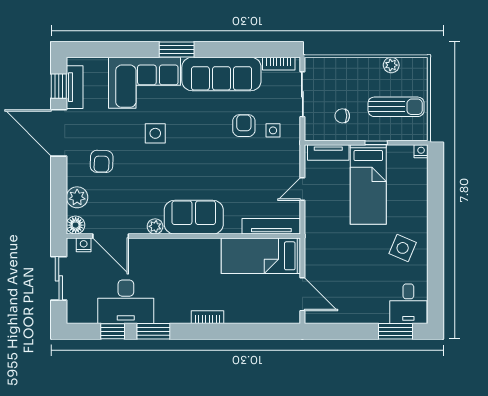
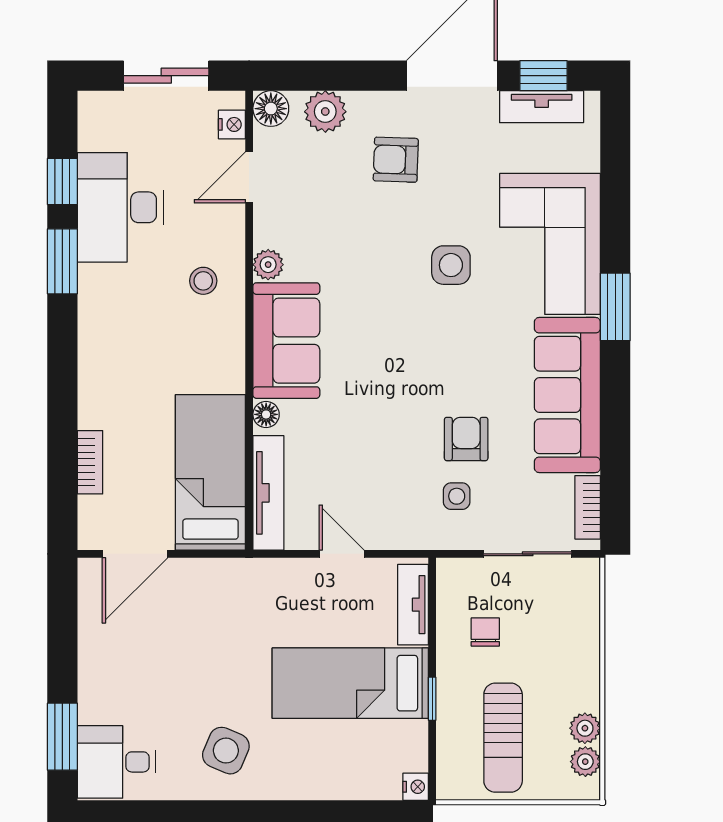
plant: (408, 65) -> (585, 762), added
armchair: (244, 126) -> (466, 439), turned -90
floor lamp: (231, 227) -> (266, 414), added
door: (111, 236) -> (249, 177), width x0.73
stool: (163, 260) -> (203, 281), added
bookcase: (207, 317) -> (90, 462), moved

